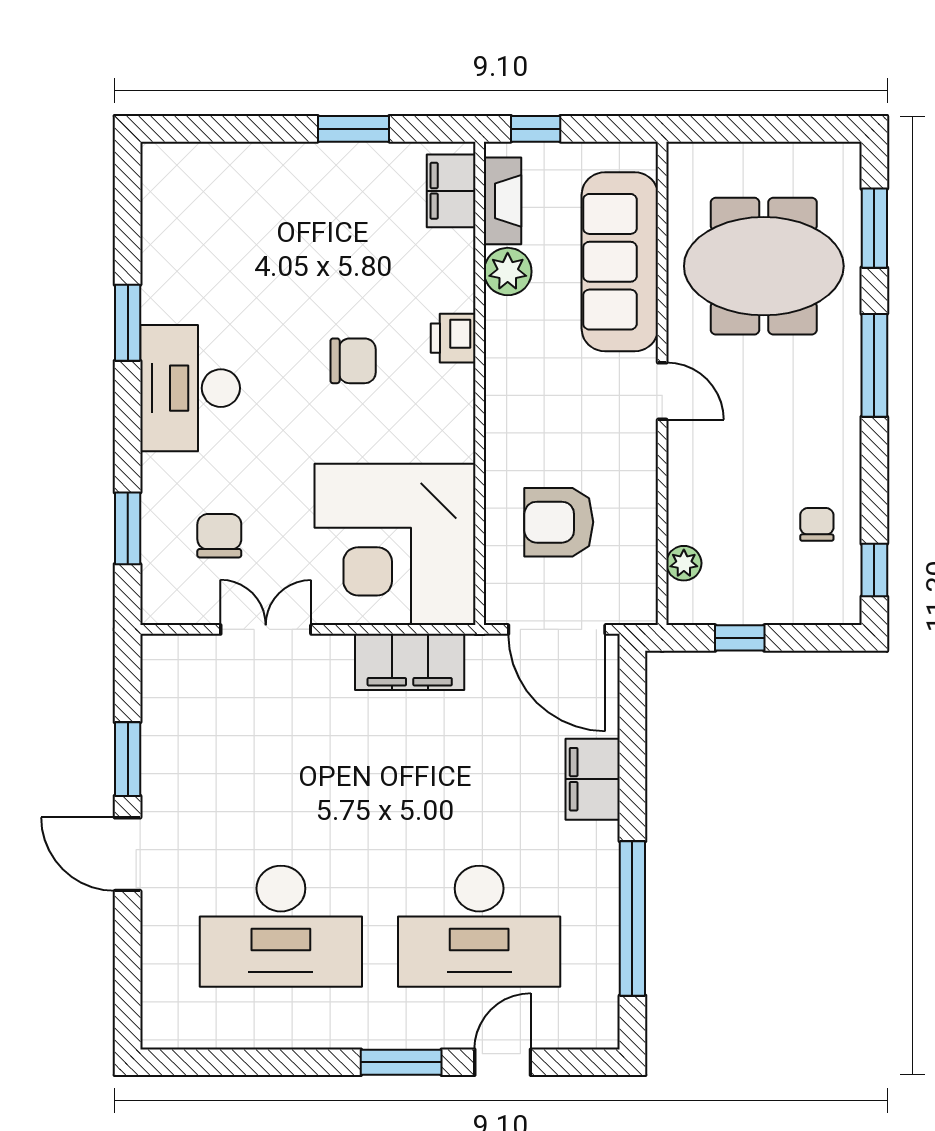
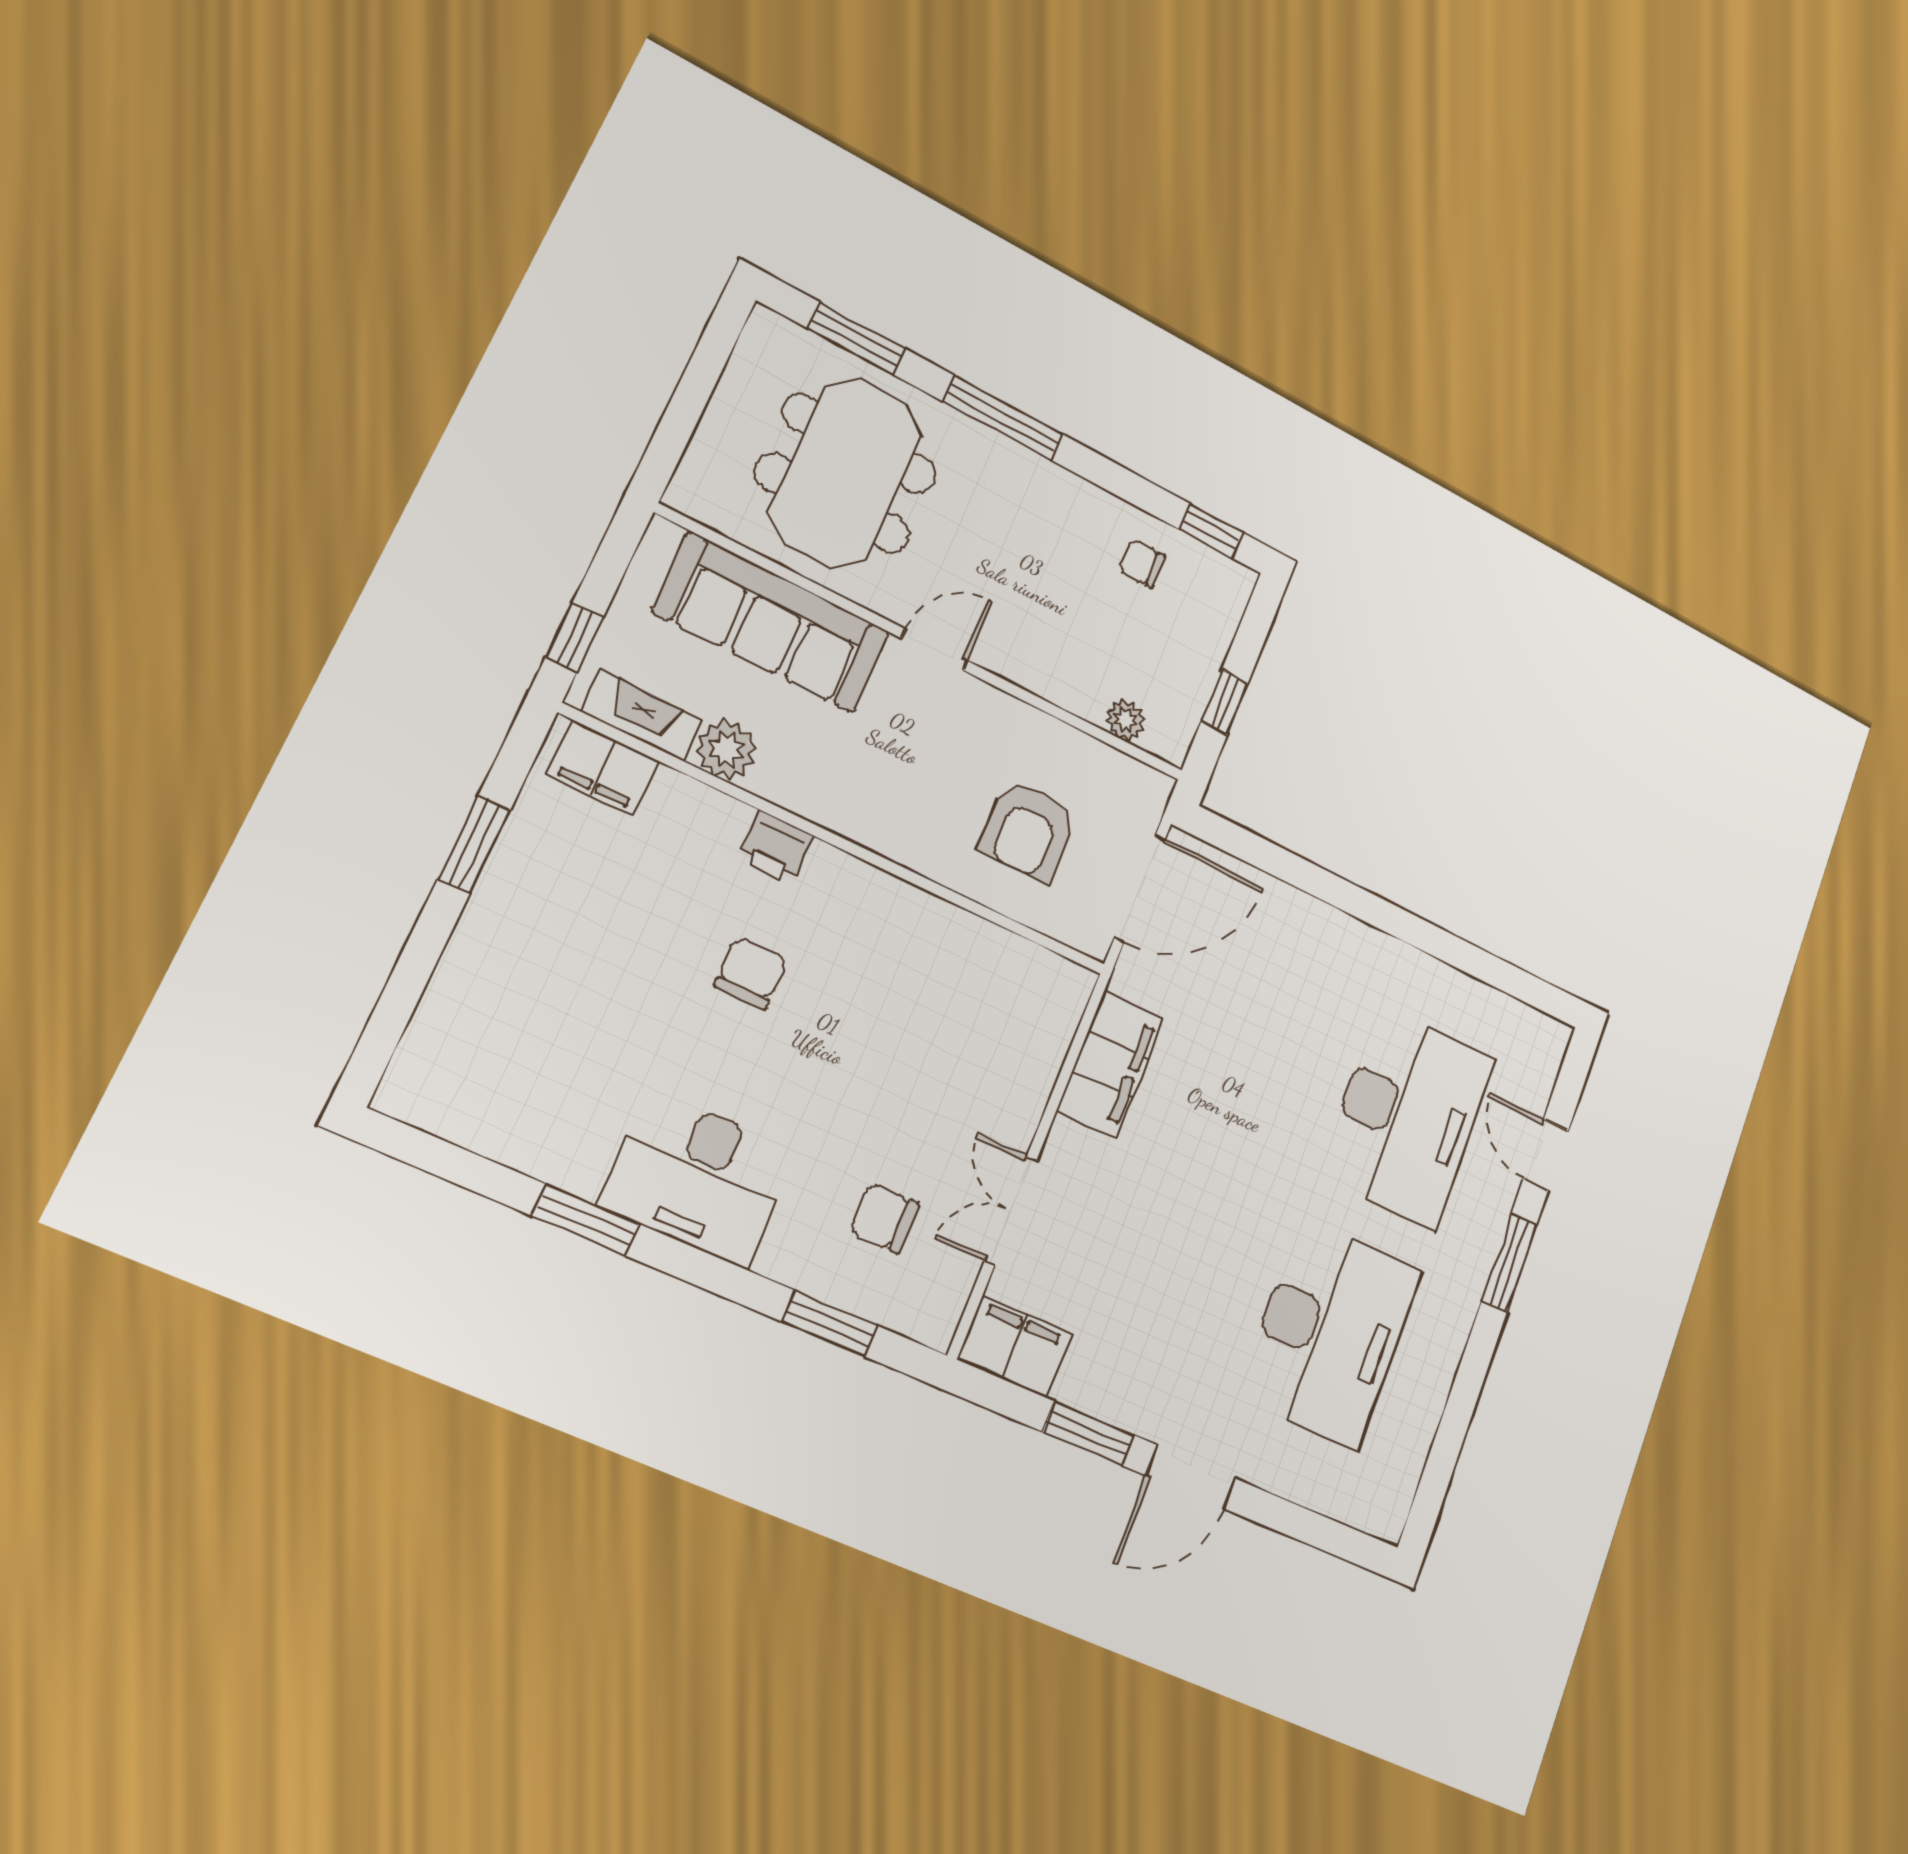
corner desk: (395, 544) -> (977, 1021), removed
filing cabinet: (593, 779) -> (1014, 1347), moved, turned 180
window: (632, 918) -> (1457, 952), removed

